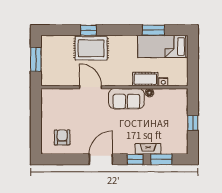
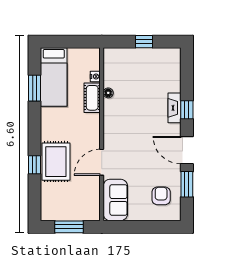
sofa: (126, 99) -> (115, 200), moved
armchair: (62, 137) -> (161, 196), turned 90
fireplace: (148, 149) -> (174, 108), moved
window: (161, 159) -> (187, 184), moved

